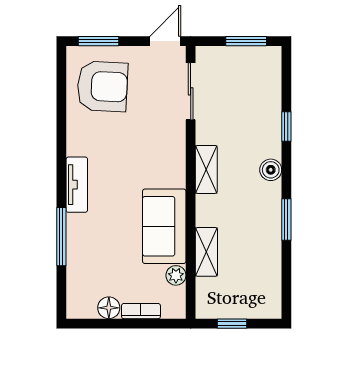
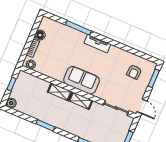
armchair: (102, 86) -> (134, 72), width x0.53, depth x0.53
boiler: (271, 170) -> (11, 103), moved
sofa: (164, 226) -> (82, 80), moved
shelving: (206, 252) -> (60, 92), moved
plant: (176, 275) -> (31, 64), moved

